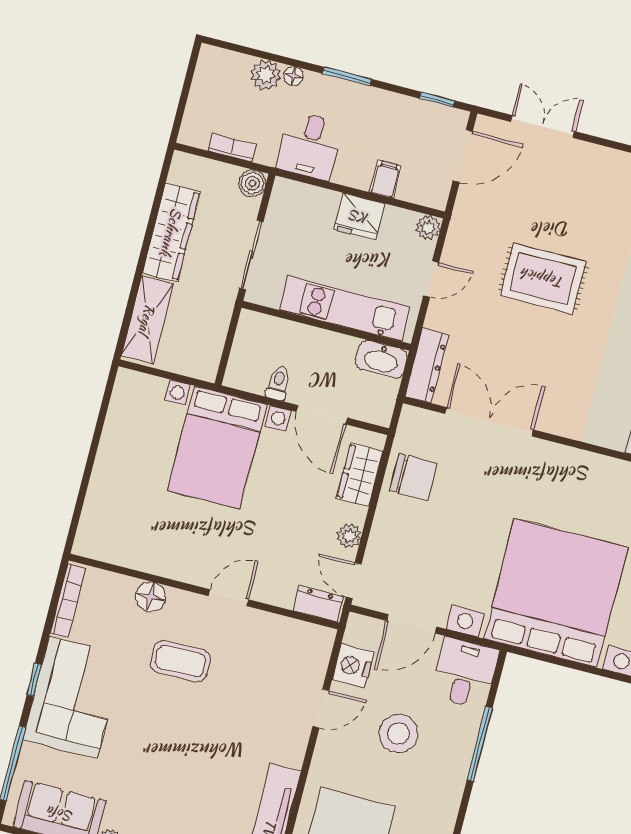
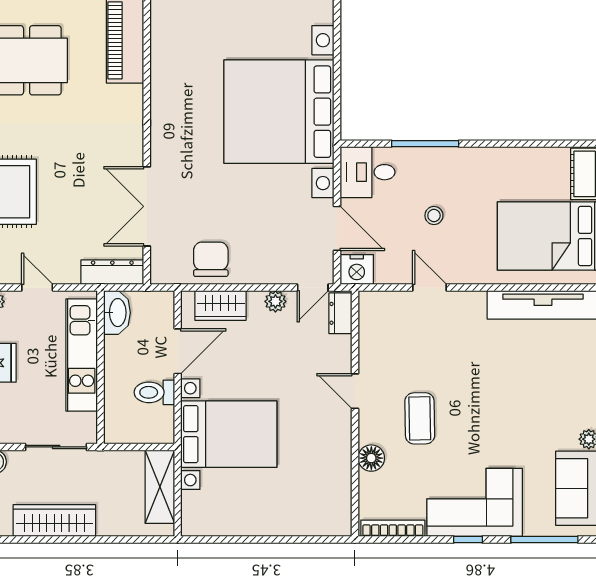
shelving: (147, 319) -> (160, 487), moved, turned 90
toilet: (278, 383) -> (154, 392), width x1.37, depth x1.39
nightstand: (353, 666) -> (357, 270), moved
stool: (398, 734) -> (434, 216), width x0.53, depth x0.53

